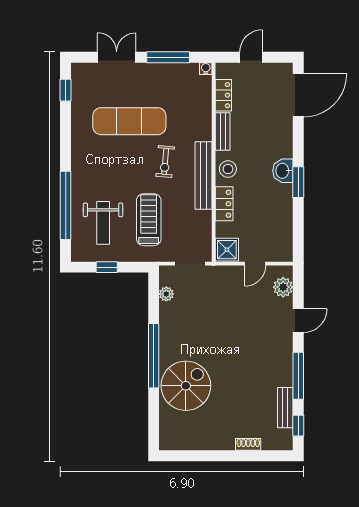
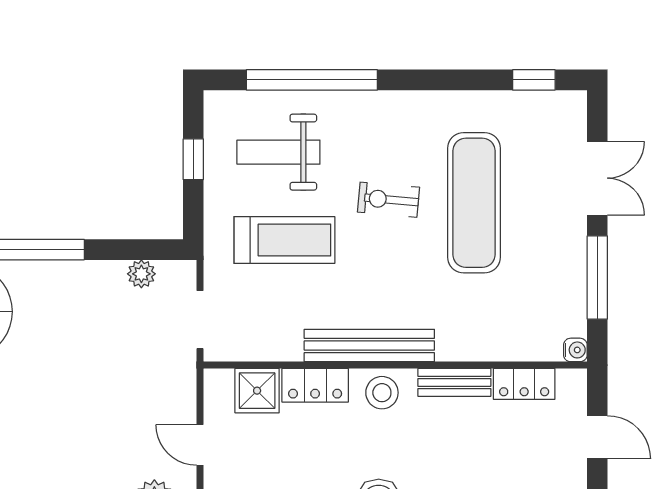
exercise bike: (165, 162) -> (388, 200), moved
shower: (227, 250) -> (257, 391), moved

